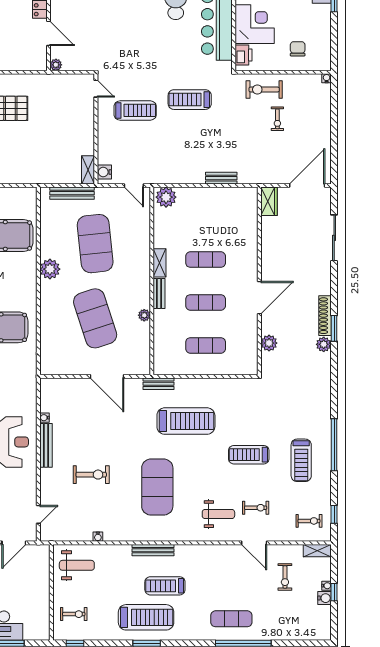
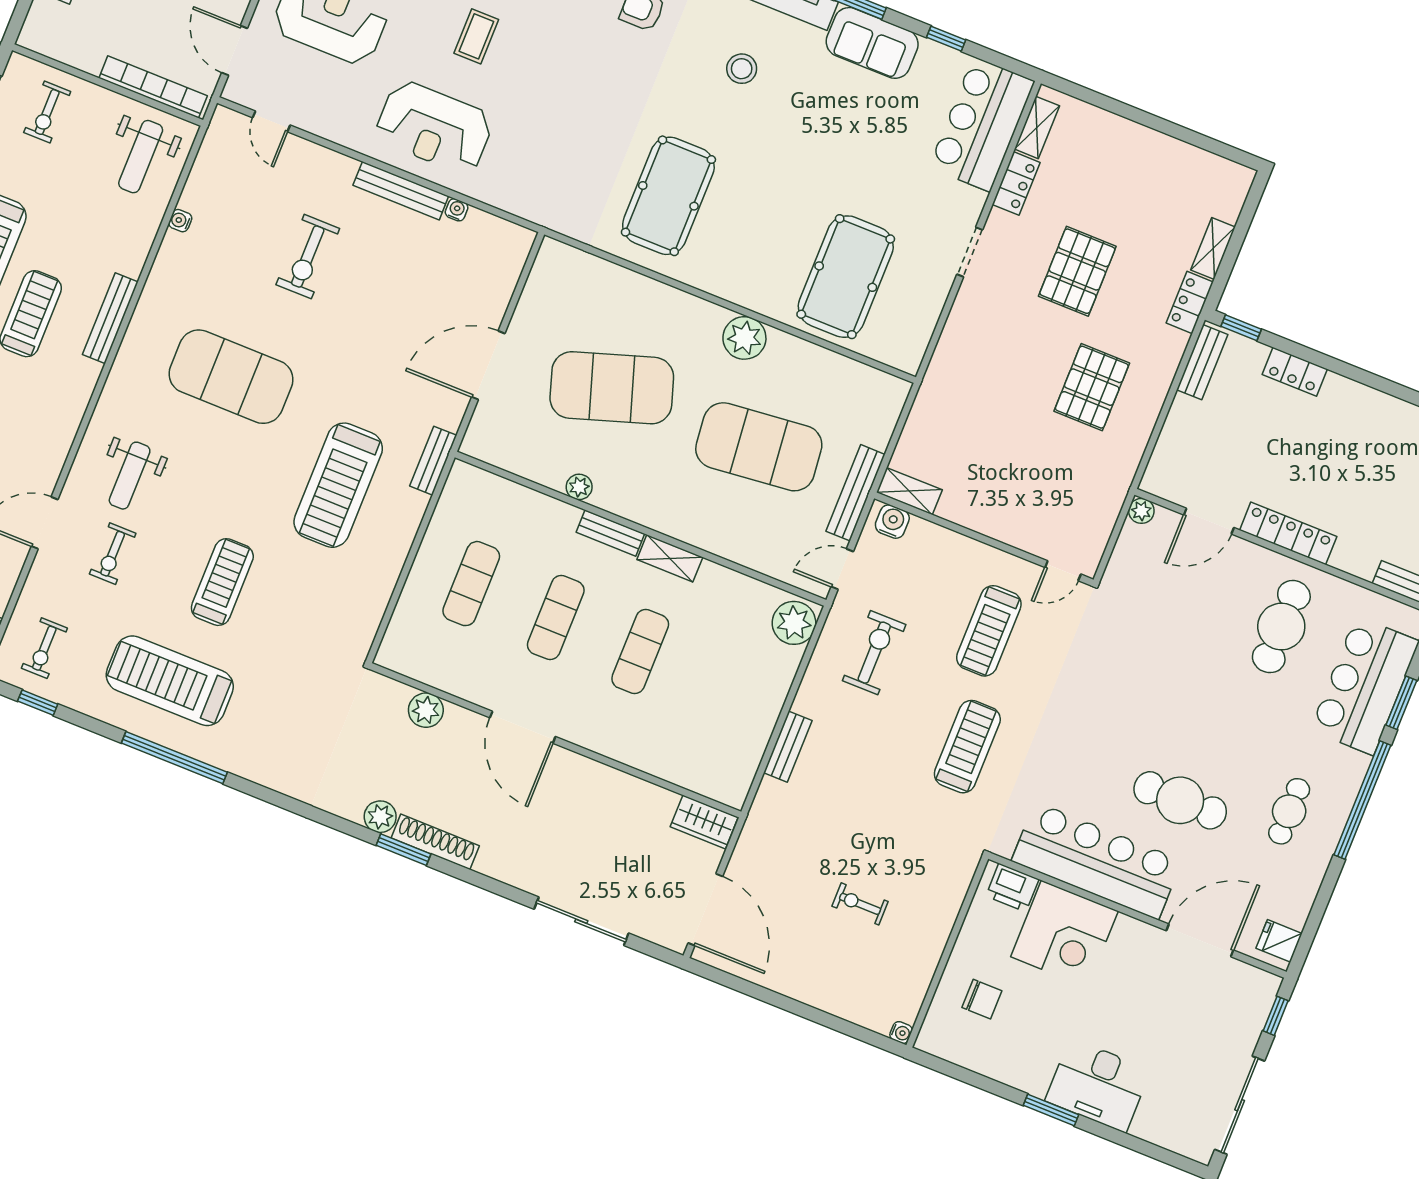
exercise bike: (264, 90) -> (874, 653), moved
bench: (72, 193) -> (855, 493), moved
treadmill: (301, 460) -> (170, 681), width x1.37, depth x1.38
bookcase: (44, 572) -> (153, 87), added

